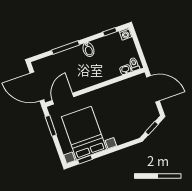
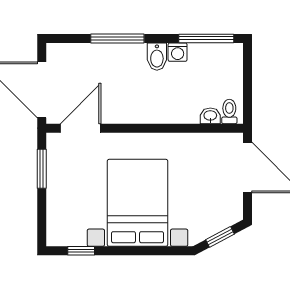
window: (110, 32) -> (206, 38), width x2.17
washing machine: (125, 34) -> (178, 52), moved
bed with nightstands: (84, 133) -> (137, 203), moved

